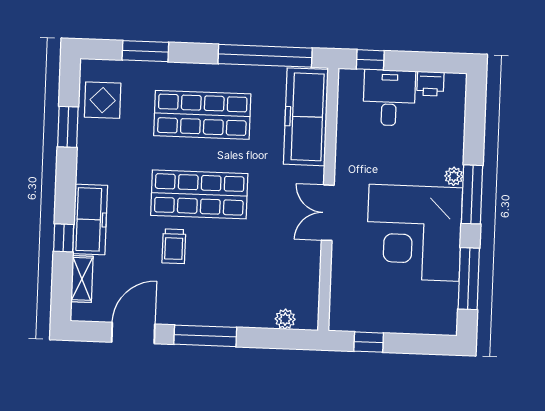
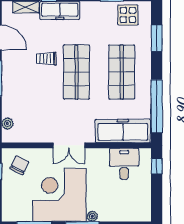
printer: (430, 84) -> (144, 201), removed
desk: (389, 98) -> (124, 164), moved, turned -90
double door: (328, 213) -> (69, 145), swing flipped
chair: (359, 301) -> (19, 165), added

